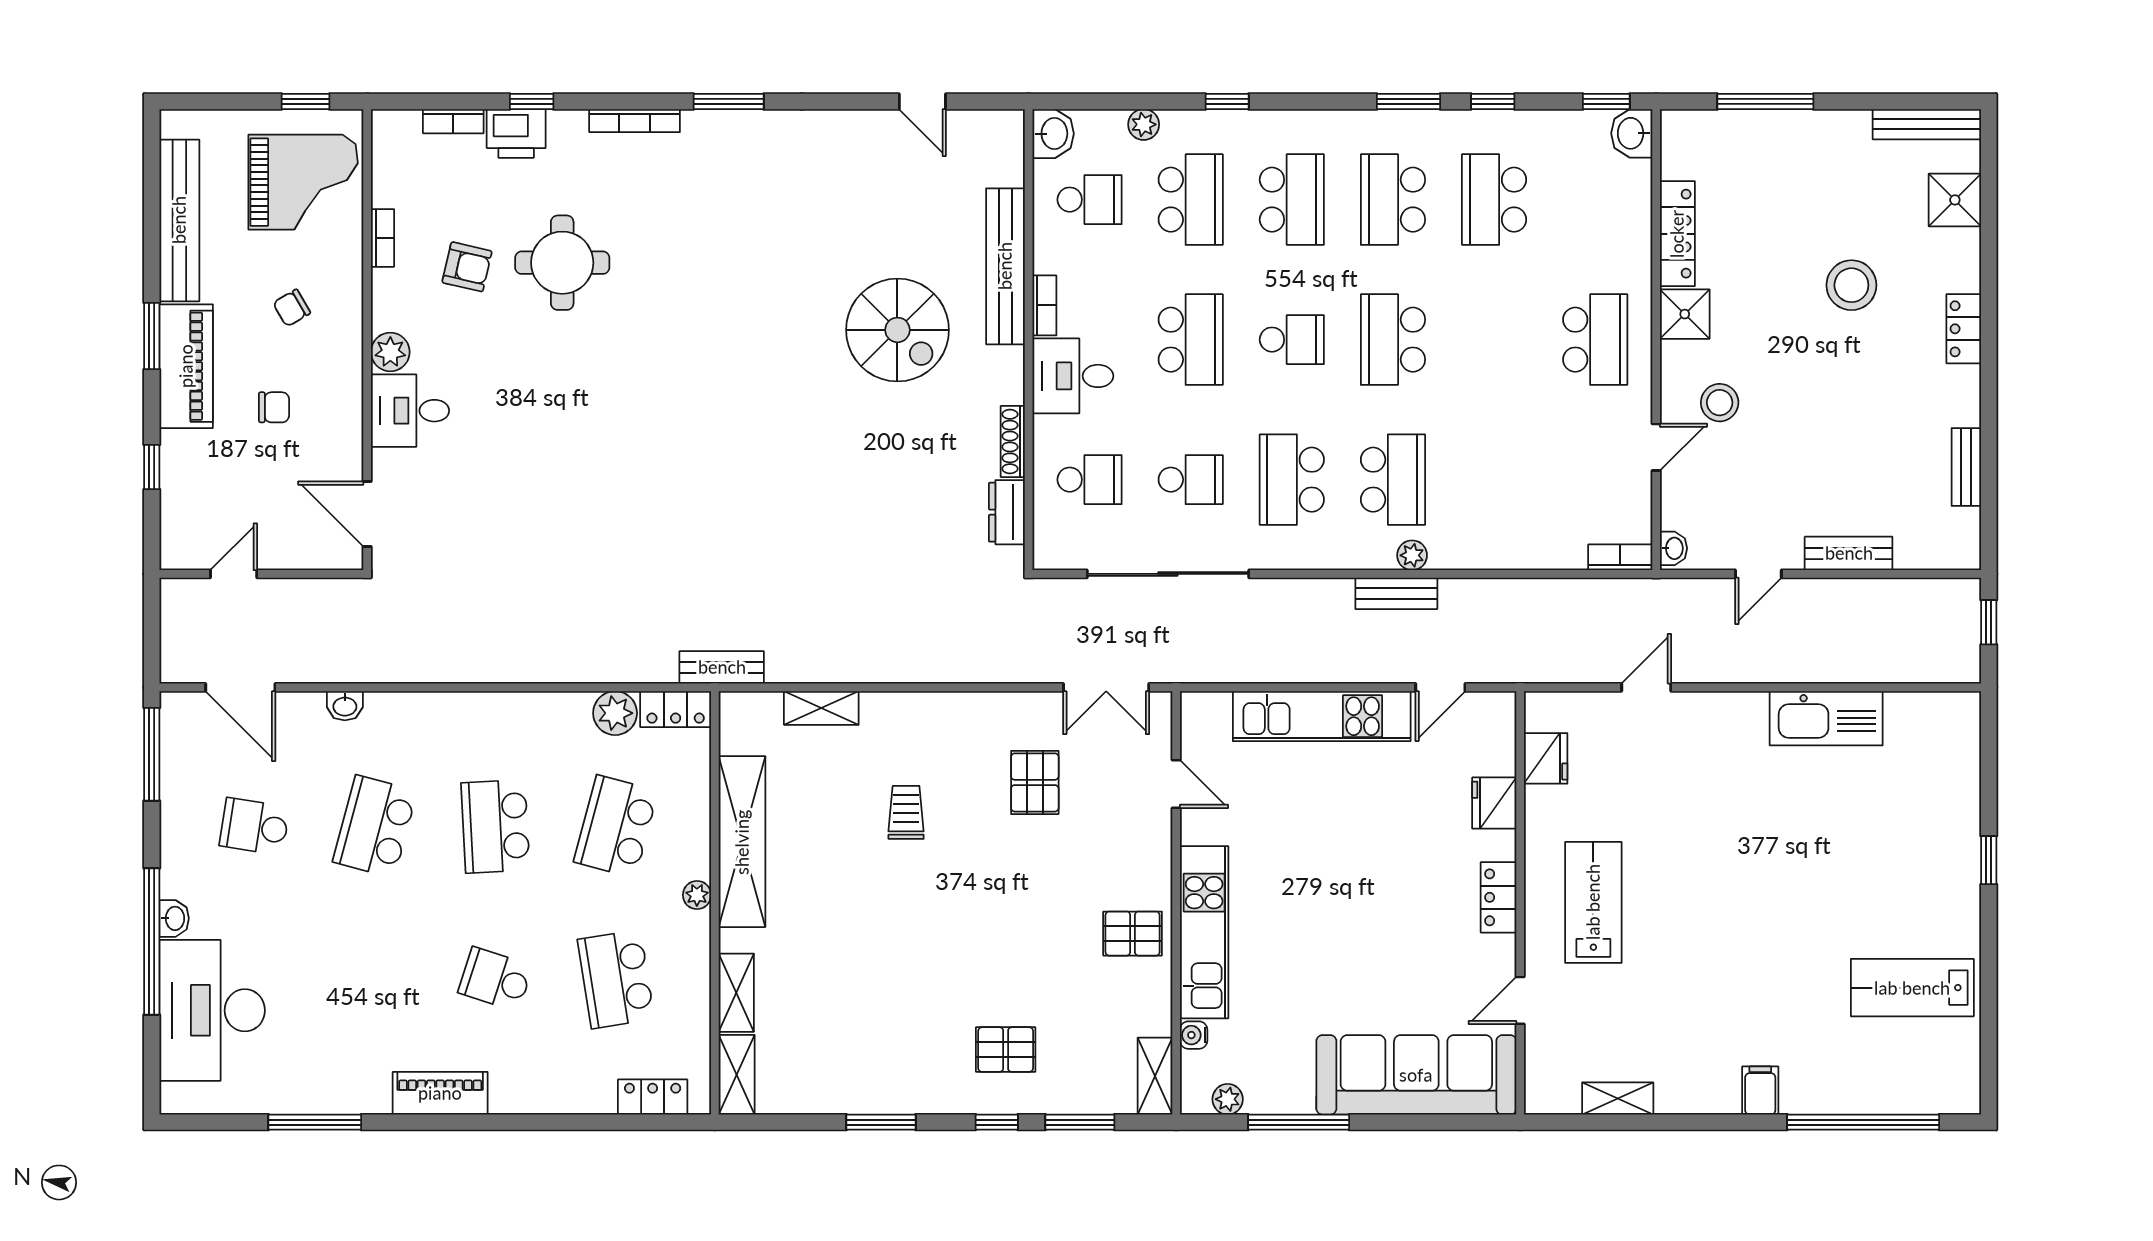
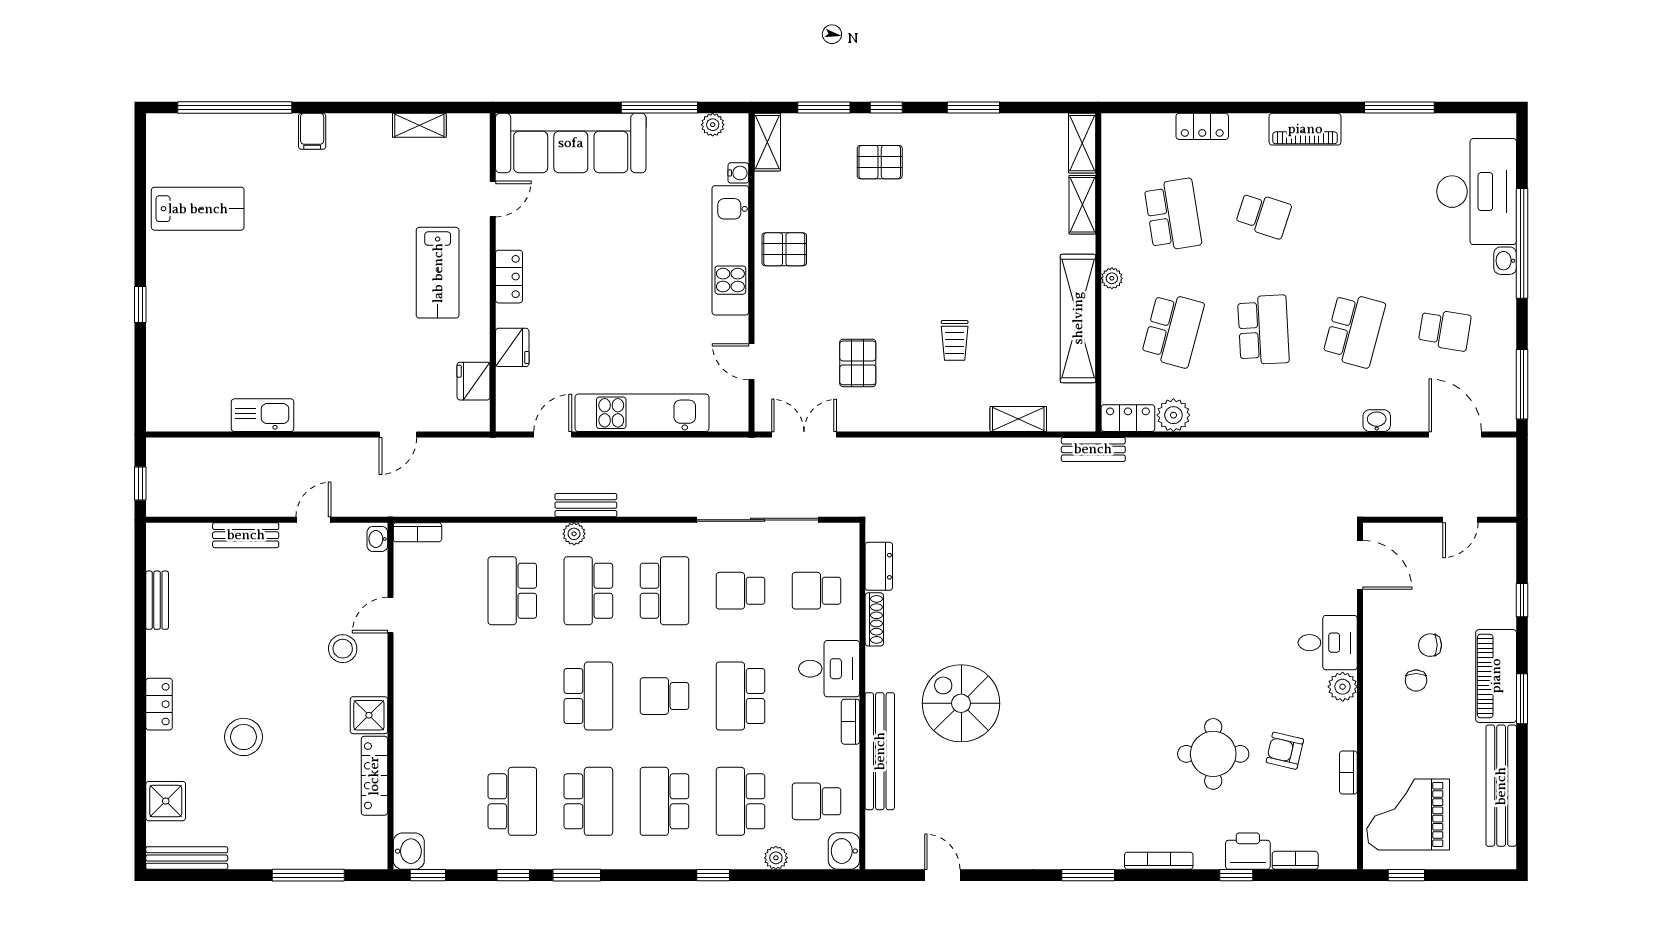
chair: (292, 308) -> (1416, 680), moved, turned 120
school desk: (1595, 340) -> (512, 591), moved
kitchen sink: (1826, 718) -> (263, 415), width x0.73, depth x0.81
locker: (653, 1097) -> (1202, 126), moved

